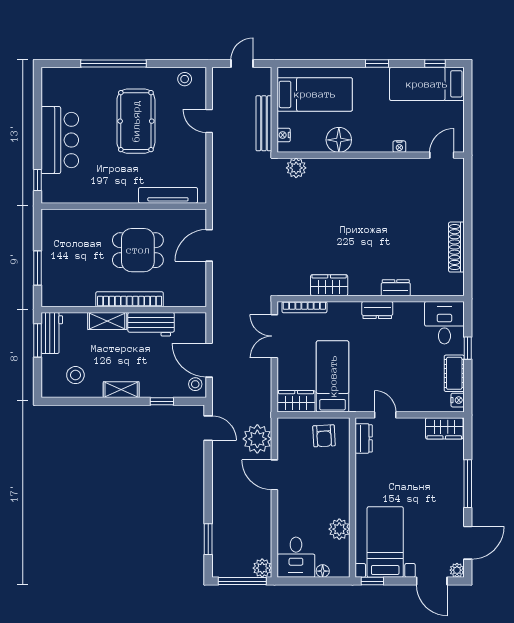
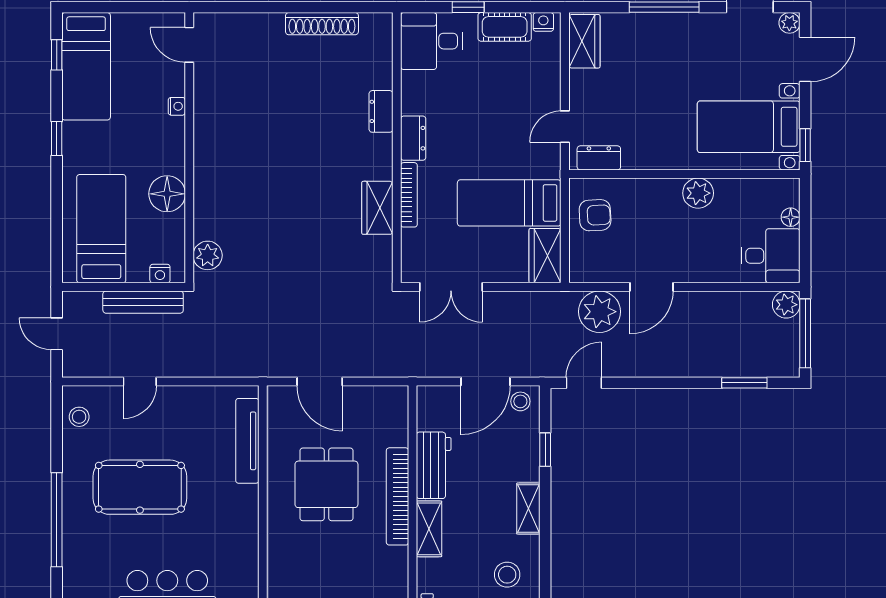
bookcase: (304, 307) -> (409, 195), moved
plant: (339, 529) -> (698, 193), moved

